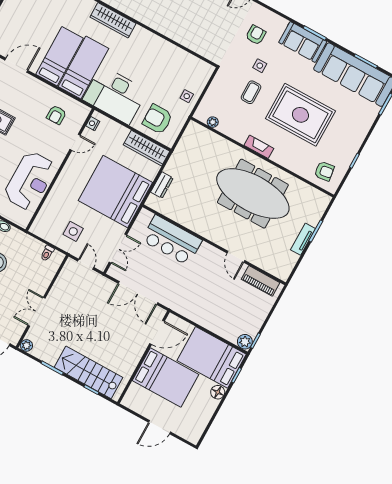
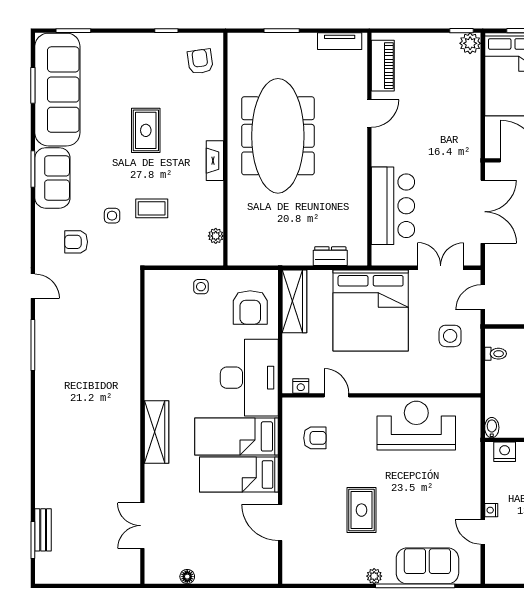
rug: (300, 115) -> (146, 130), width x0.54, depth x0.49
tv unit: (303, 239) -> (340, 41), moved

